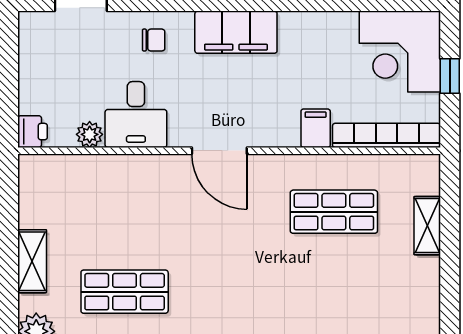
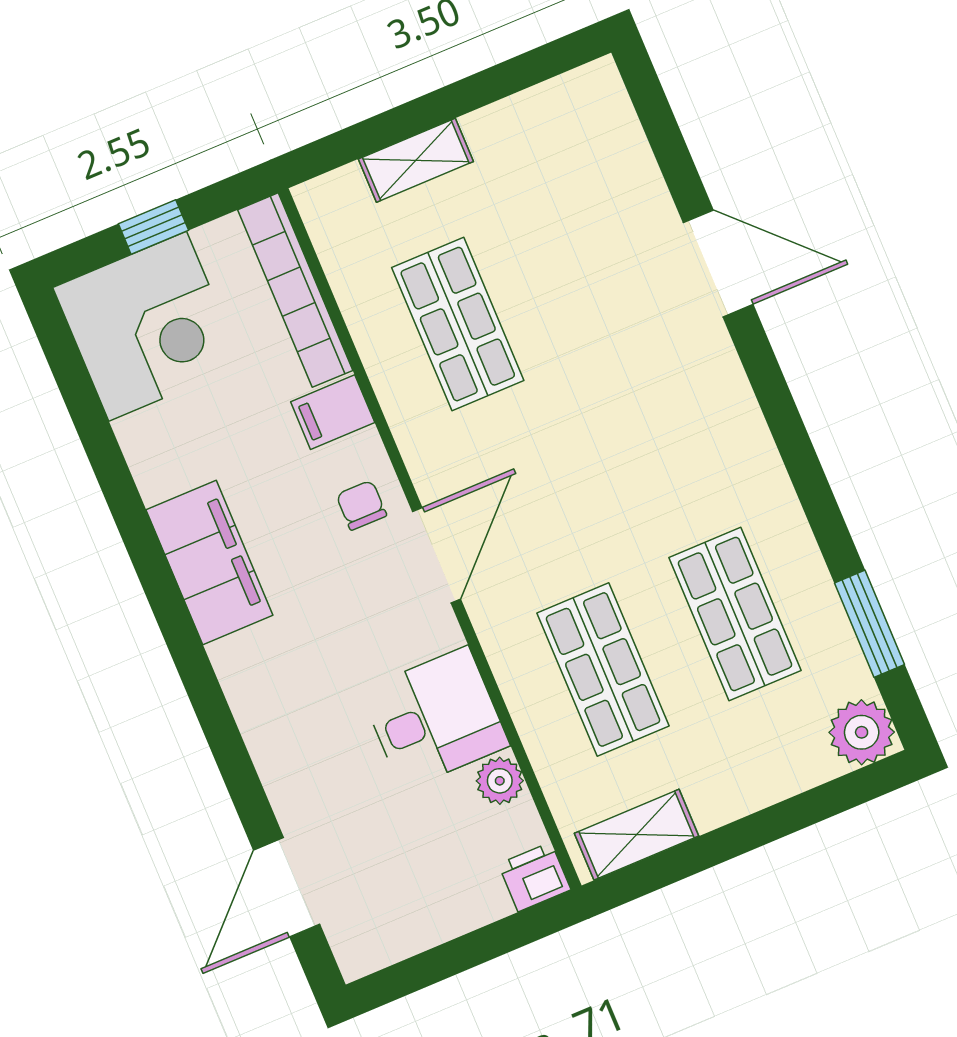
filing cabinet: (236, 32) -> (209, 562), moved
chair: (154, 40) -> (361, 505), moved
shop shelf: (125, 212) -> (603, 669), added
shelving: (32, 261) -> (637, 835), moved

